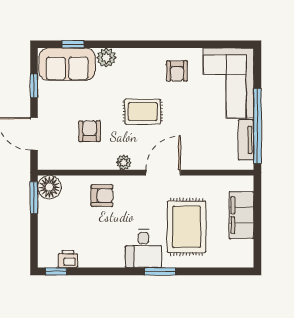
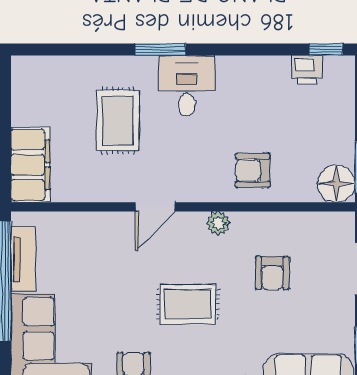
door: (163, 173) -> (155, 207), width x0.73
filing cabinet: (241, 215) -> (30, 165), moved
rug: (187, 227) -> (118, 121), width x0.73, depth x0.70

